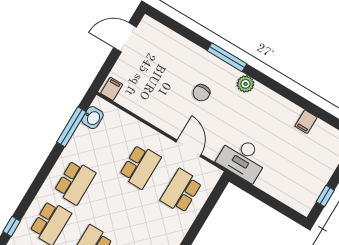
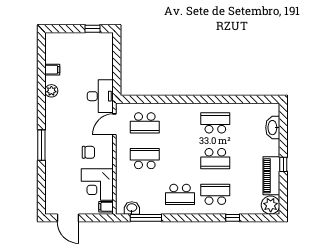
plant: (246, 84) -> (51, 91), moved
chair: (201, 93) -> (88, 152), moved
corner desk: (143, 94) -> (97, 184), added
door: (189, 148) -> (114, 124), moved
school desk: (75, 182) -> (180, 194), turned 180

